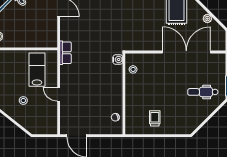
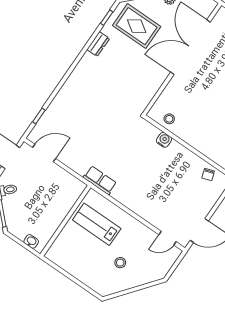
water cooler: (118, 60) -> (164, 140), moved
door: (59, 94) -> (167, 238), moved

